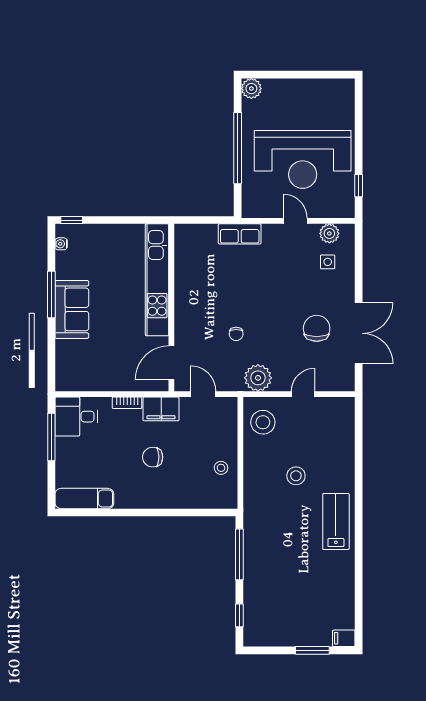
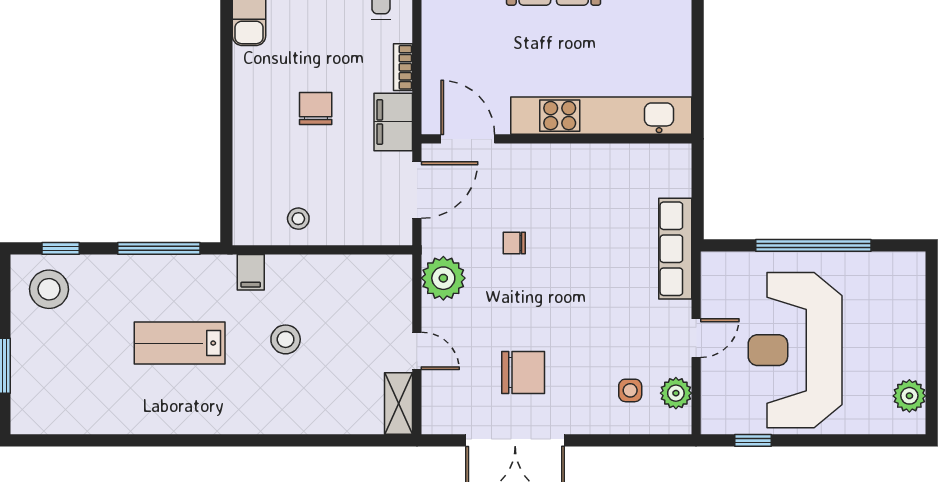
plant: (251, 89) -> (909, 396), moved
row of seats: (240, 234) -> (675, 249), width x1.48
door: (203, 394) -> (417, 190), width x1.38
shelving: (336, 406) -> (399, 404), added
stool: (263, 422) -> (49, 289), moved
lab bench: (336, 521) -> (180, 343), moved, turned 180
filing cabinet: (344, 638) -> (251, 272), moved, turned 180

